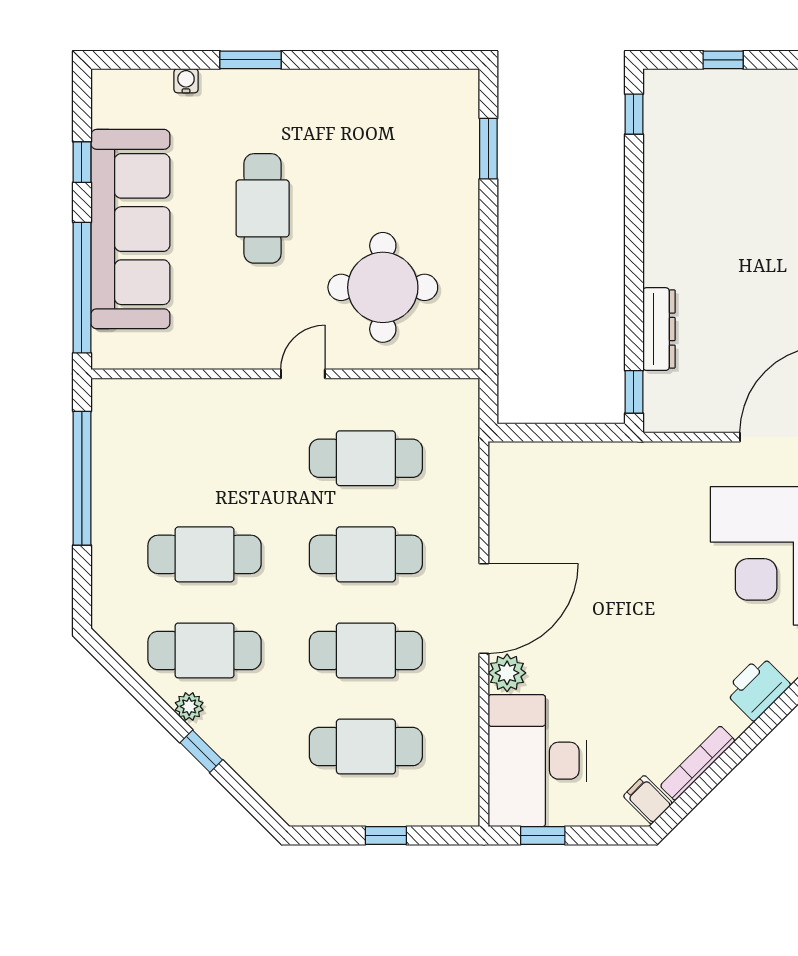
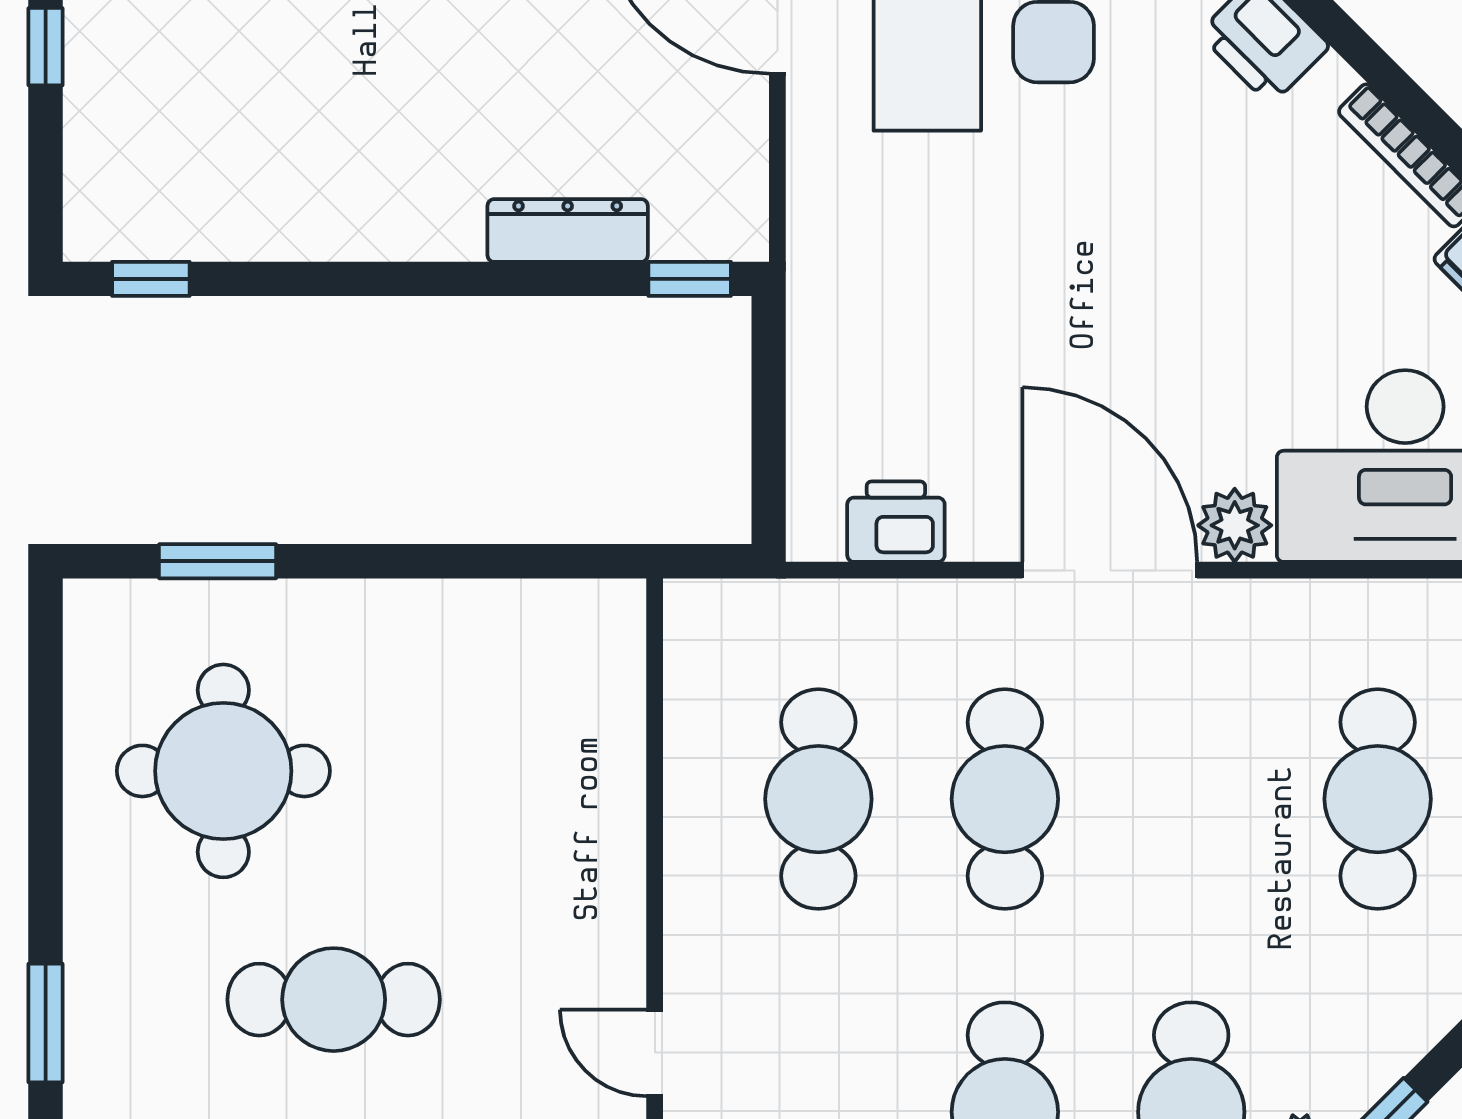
window: (723, 60) -> (46, 47), moved
round table: (383, 287) -> (223, 771), moved
door: (303, 374) -> (655, 1053), moved
printer: (509, 498) -> (896, 522), added
cafe table: (366, 650) -> (1191, 799), removed

